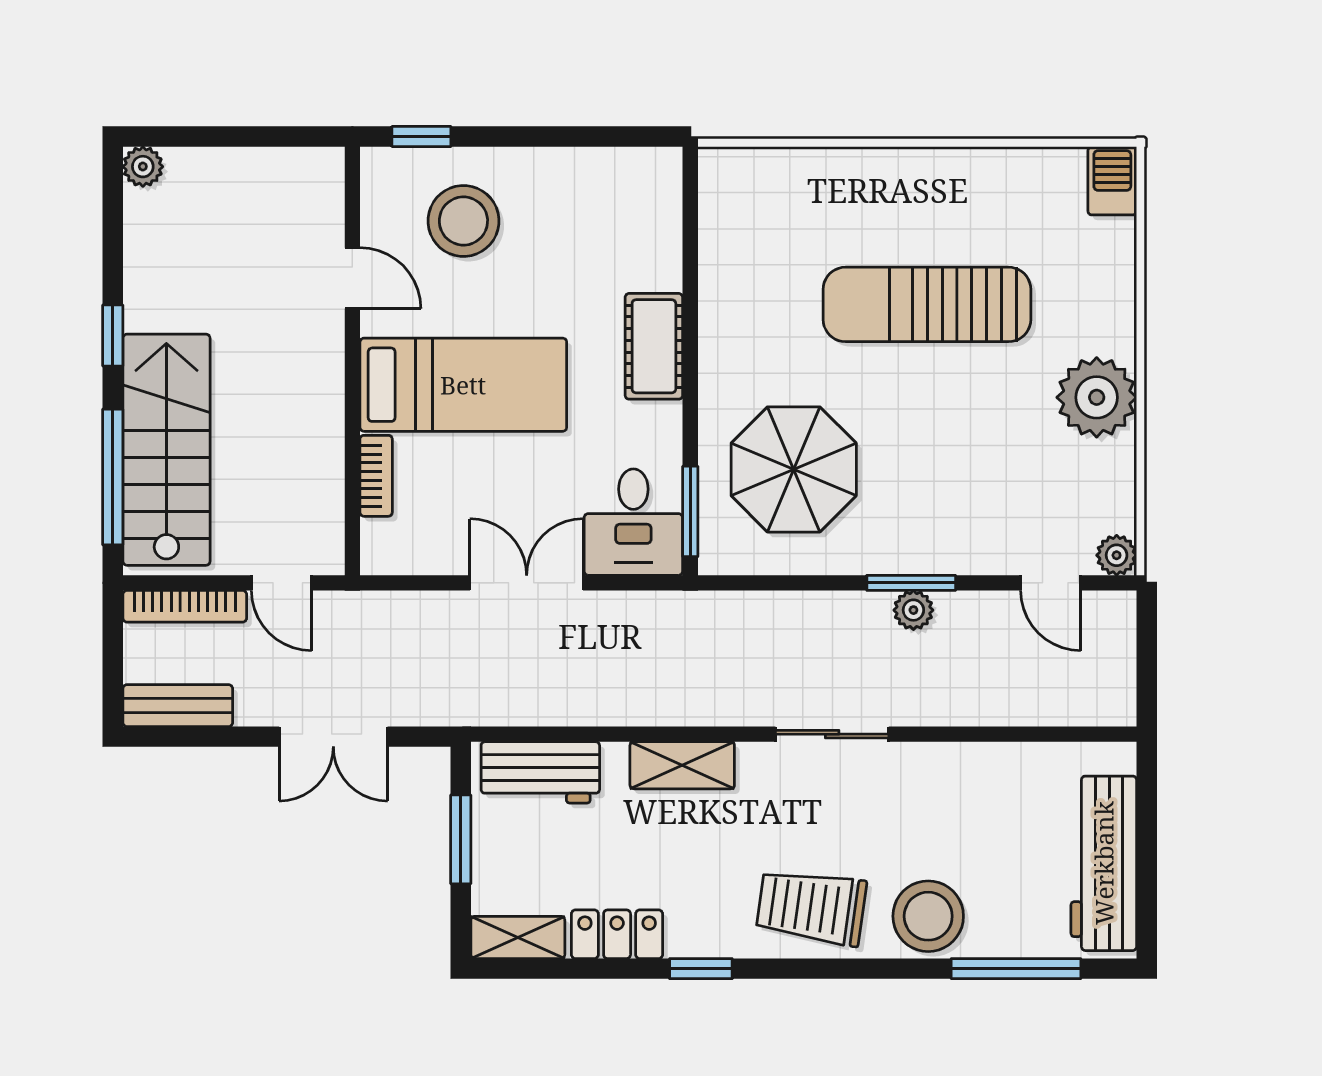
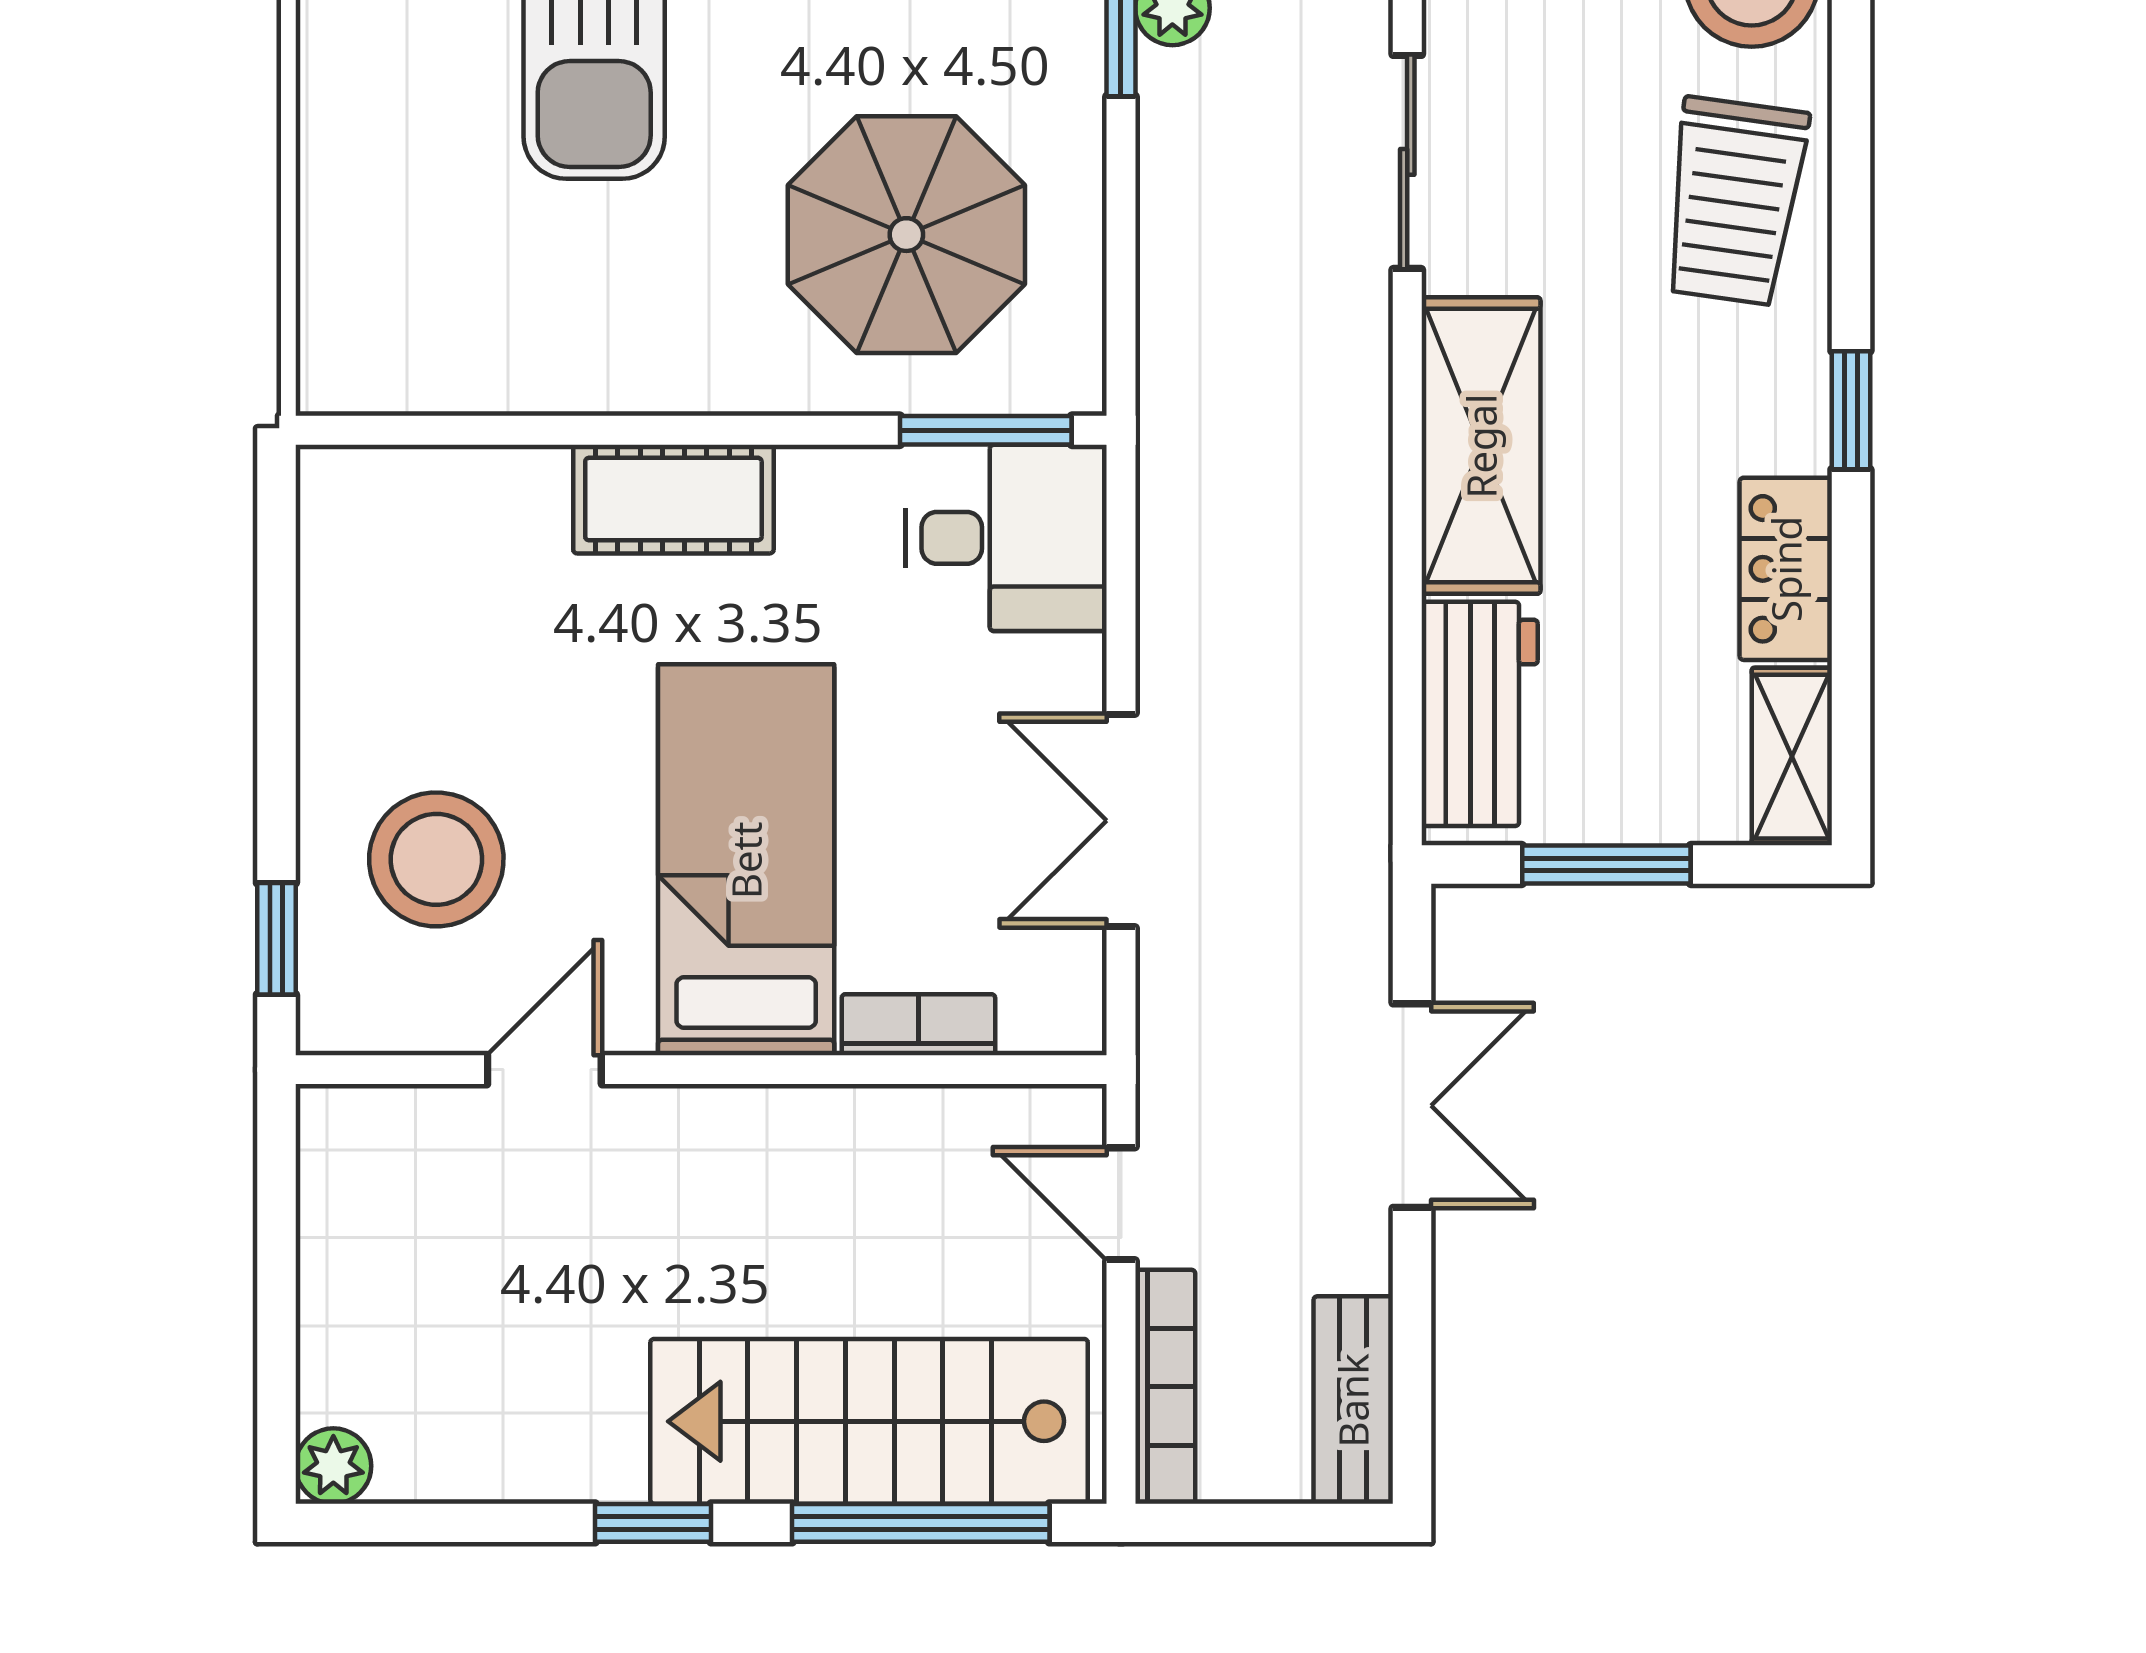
door: (281, 583) -> (1121, 1204), swing flipped
double door: (527, 583) -> (1121, 821), moved
shelving: (682, 765) -> (1481, 446), width x1.50, depth x1.33

